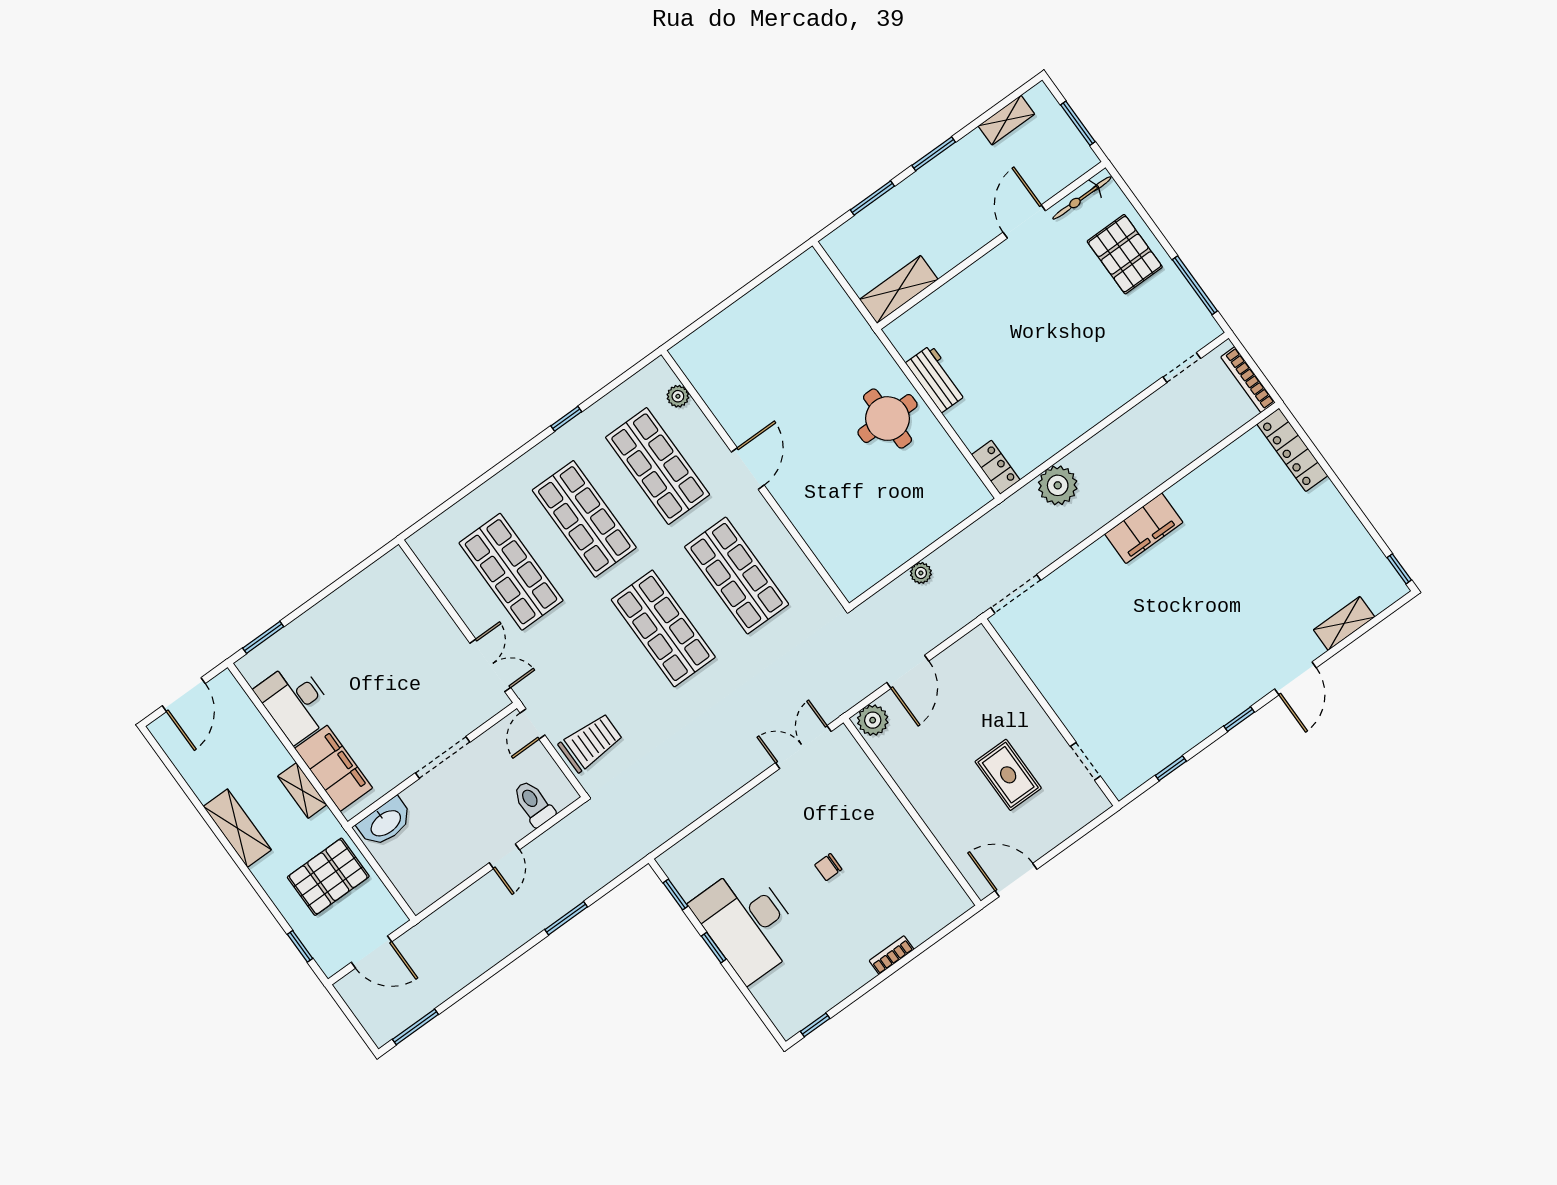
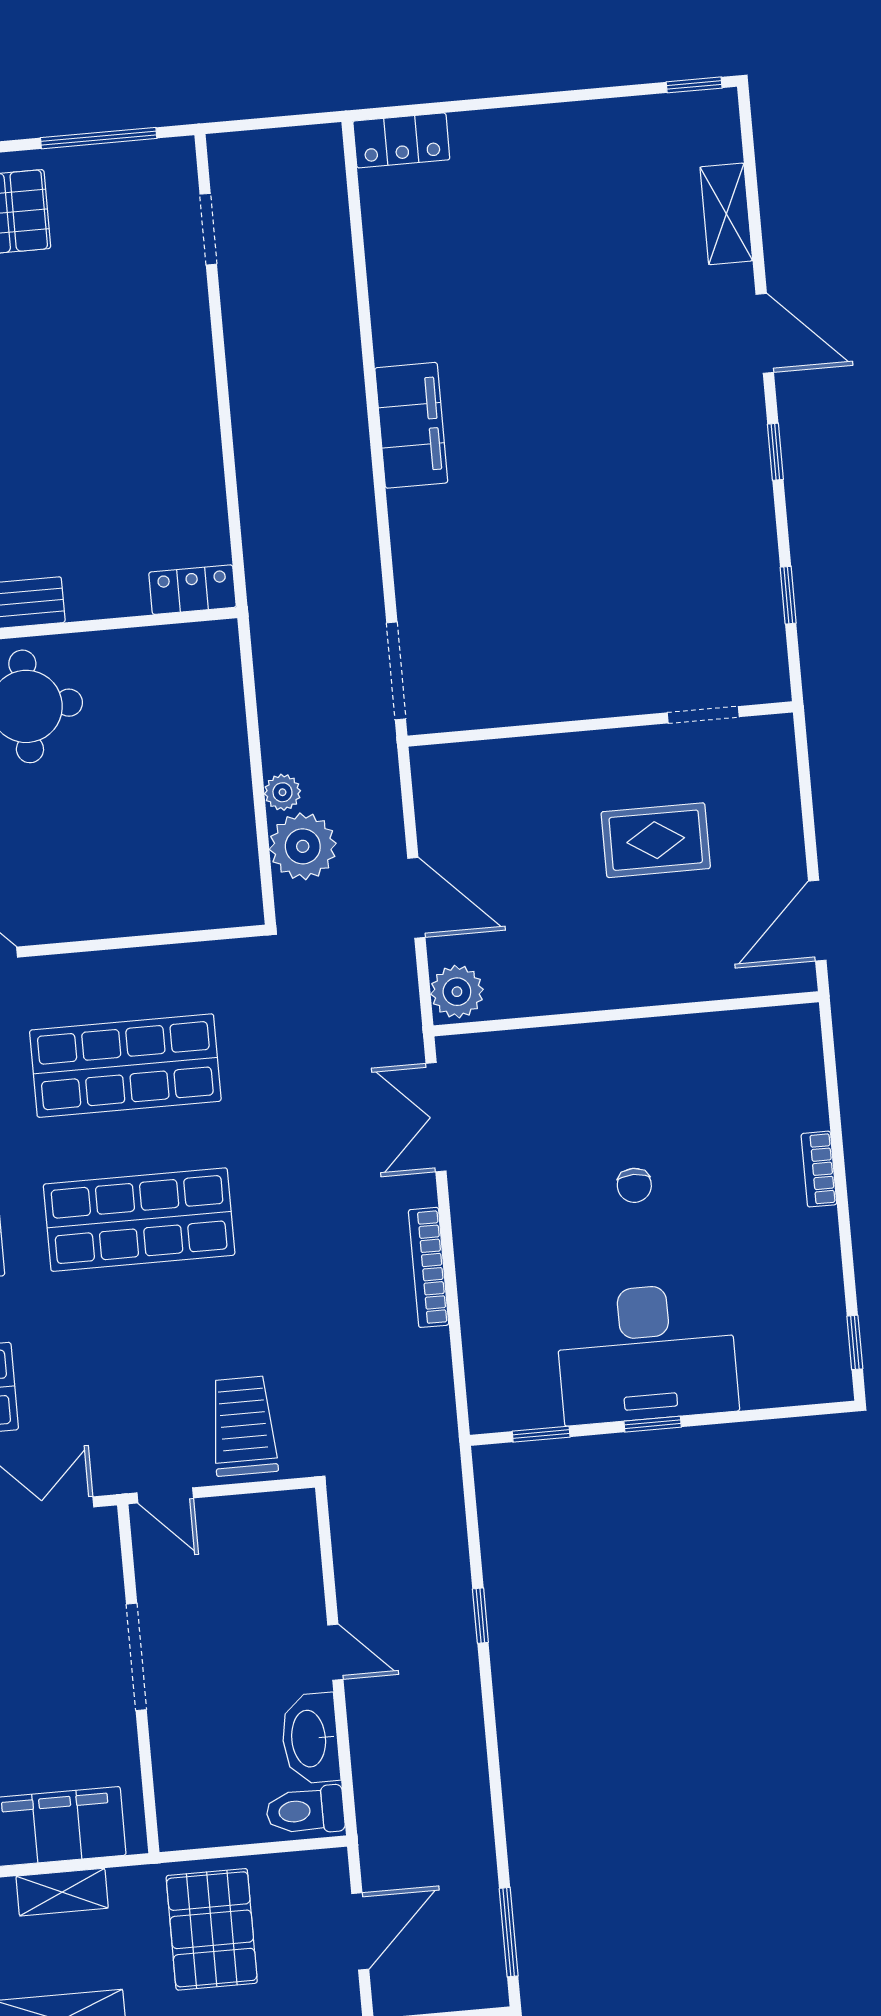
bookcase: (1248, 380) -> (429, 1267), moved, turned 90
locker: (1292, 450) -> (401, 140), width x0.66
plant: (1058, 485) -> (303, 846), moved
toilet: (534, 803) -> (305, 1811), moved
washbasin: (385, 822) -> (310, 1738), moved, turned 180
window: (566, 918) -> (480, 1616), width x0.67

